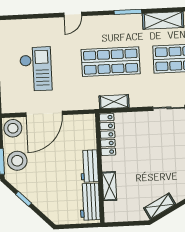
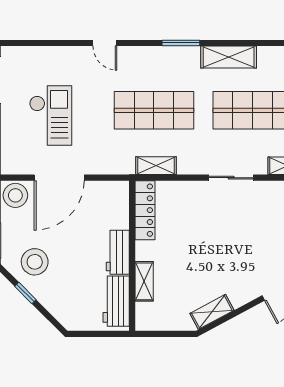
door: (73, 14) -> (105, 43), hinge flipped
stool: (17, 161) -> (35, 262), moved

